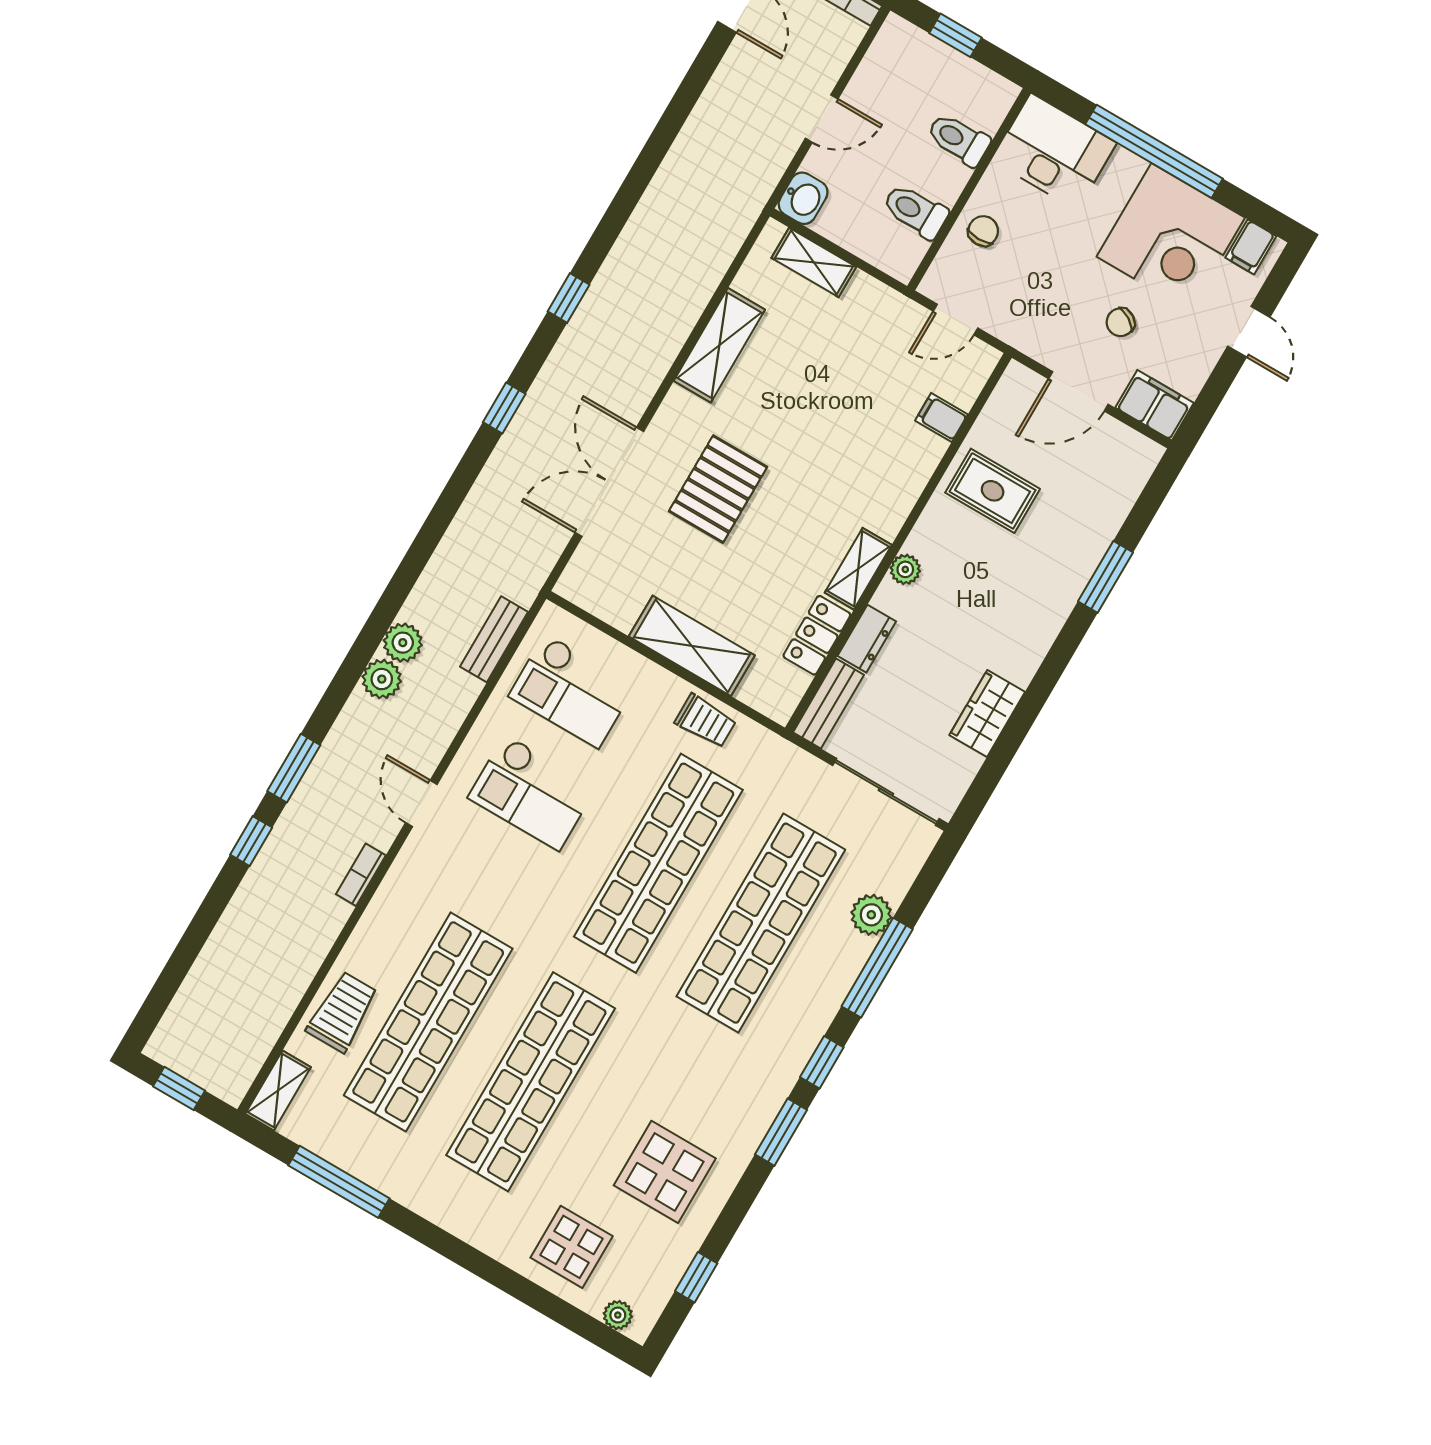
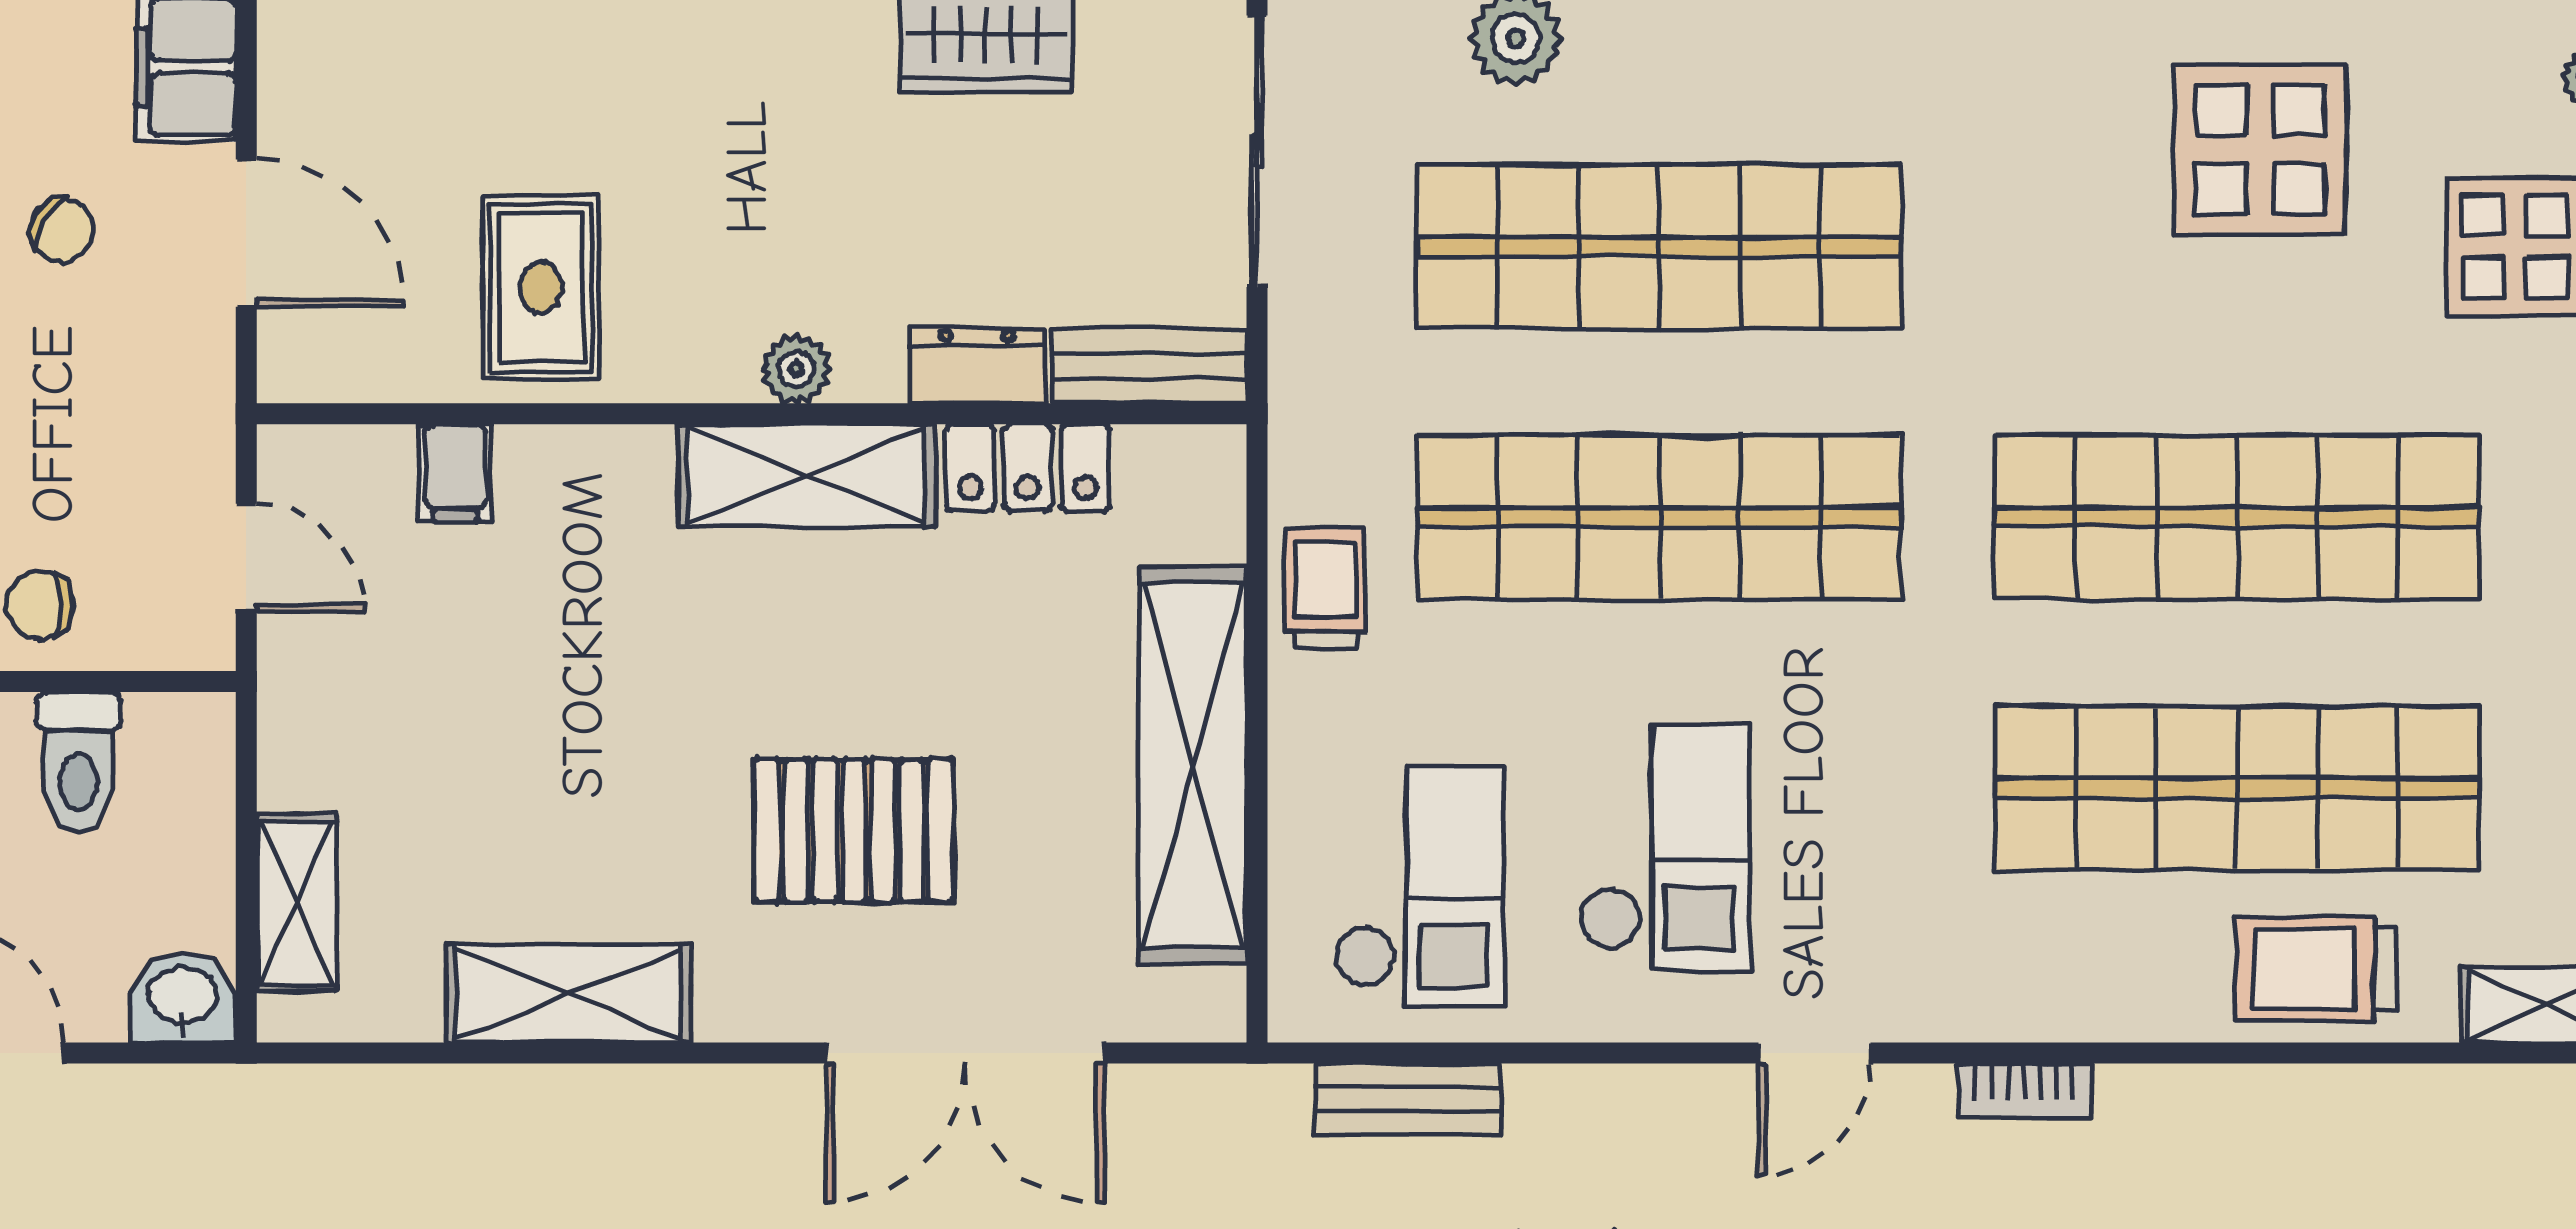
shelving: (858, 569) -> (806, 476), width x1.50, depth x1.33
shelving: (692, 646) -> (1193, 765), width x1.47

